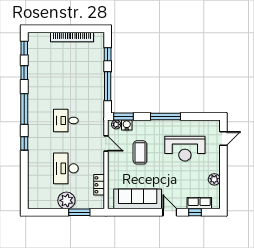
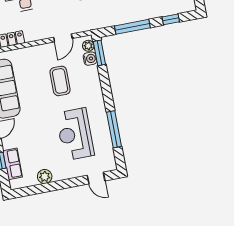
window: (165, 117) -> (114, 129), moved
coffee table: (140, 152) -> (60, 81), turned 90

